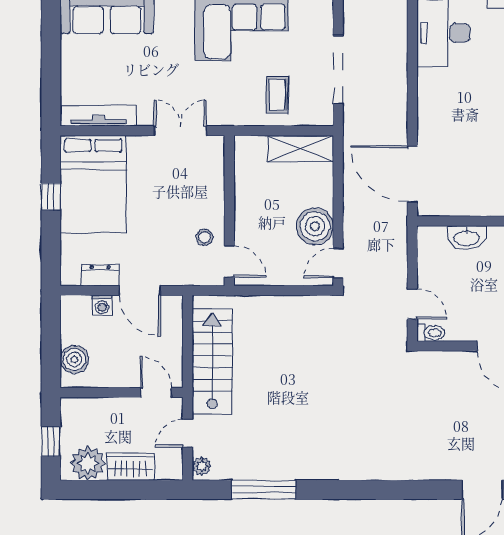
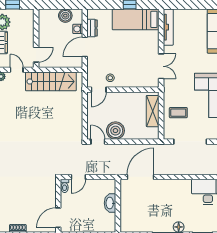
shelving: (301, 148) -> (153, 111), moved
bed: (93, 184) -> (136, 19), width x0.67
boiler: (74, 359) -> (65, 16), moved

